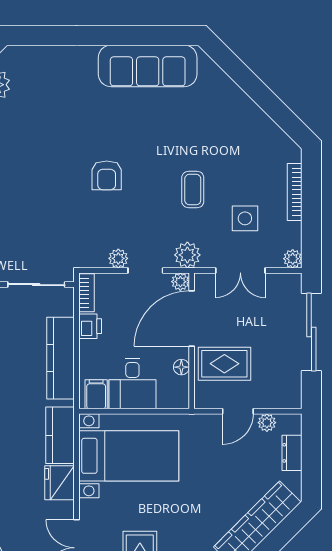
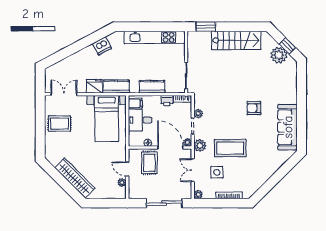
armchair: (107, 175) -> (254, 108), moved
coffee table: (193, 190) -> (230, 148), width x1.86, depth x1.72
kitchen counter: (61, 358) -> (152, 87), width x0.67
dresser: (292, 453) -> (108, 194), removed

